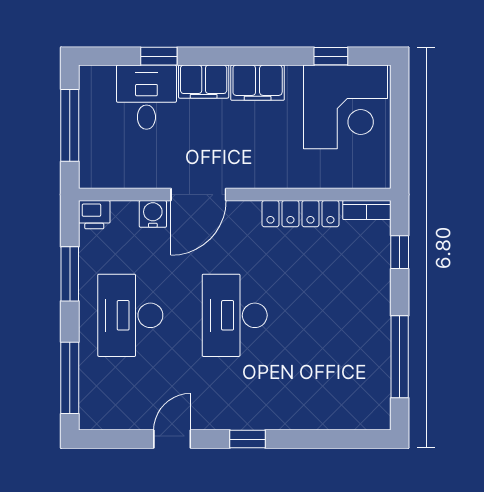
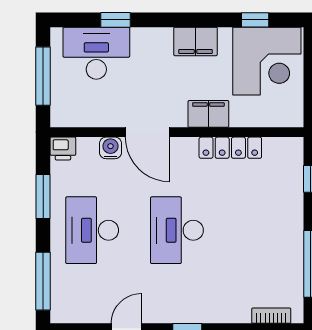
filing cabinet: (204, 82) -> (208, 114), moved, turned 180
desk: (146, 97) -> (96, 53), width x1.37
door: (198, 195) -> (148, 132), hinge flipped
bookcase: (367, 210) -> (271, 316), moved, turned 180

